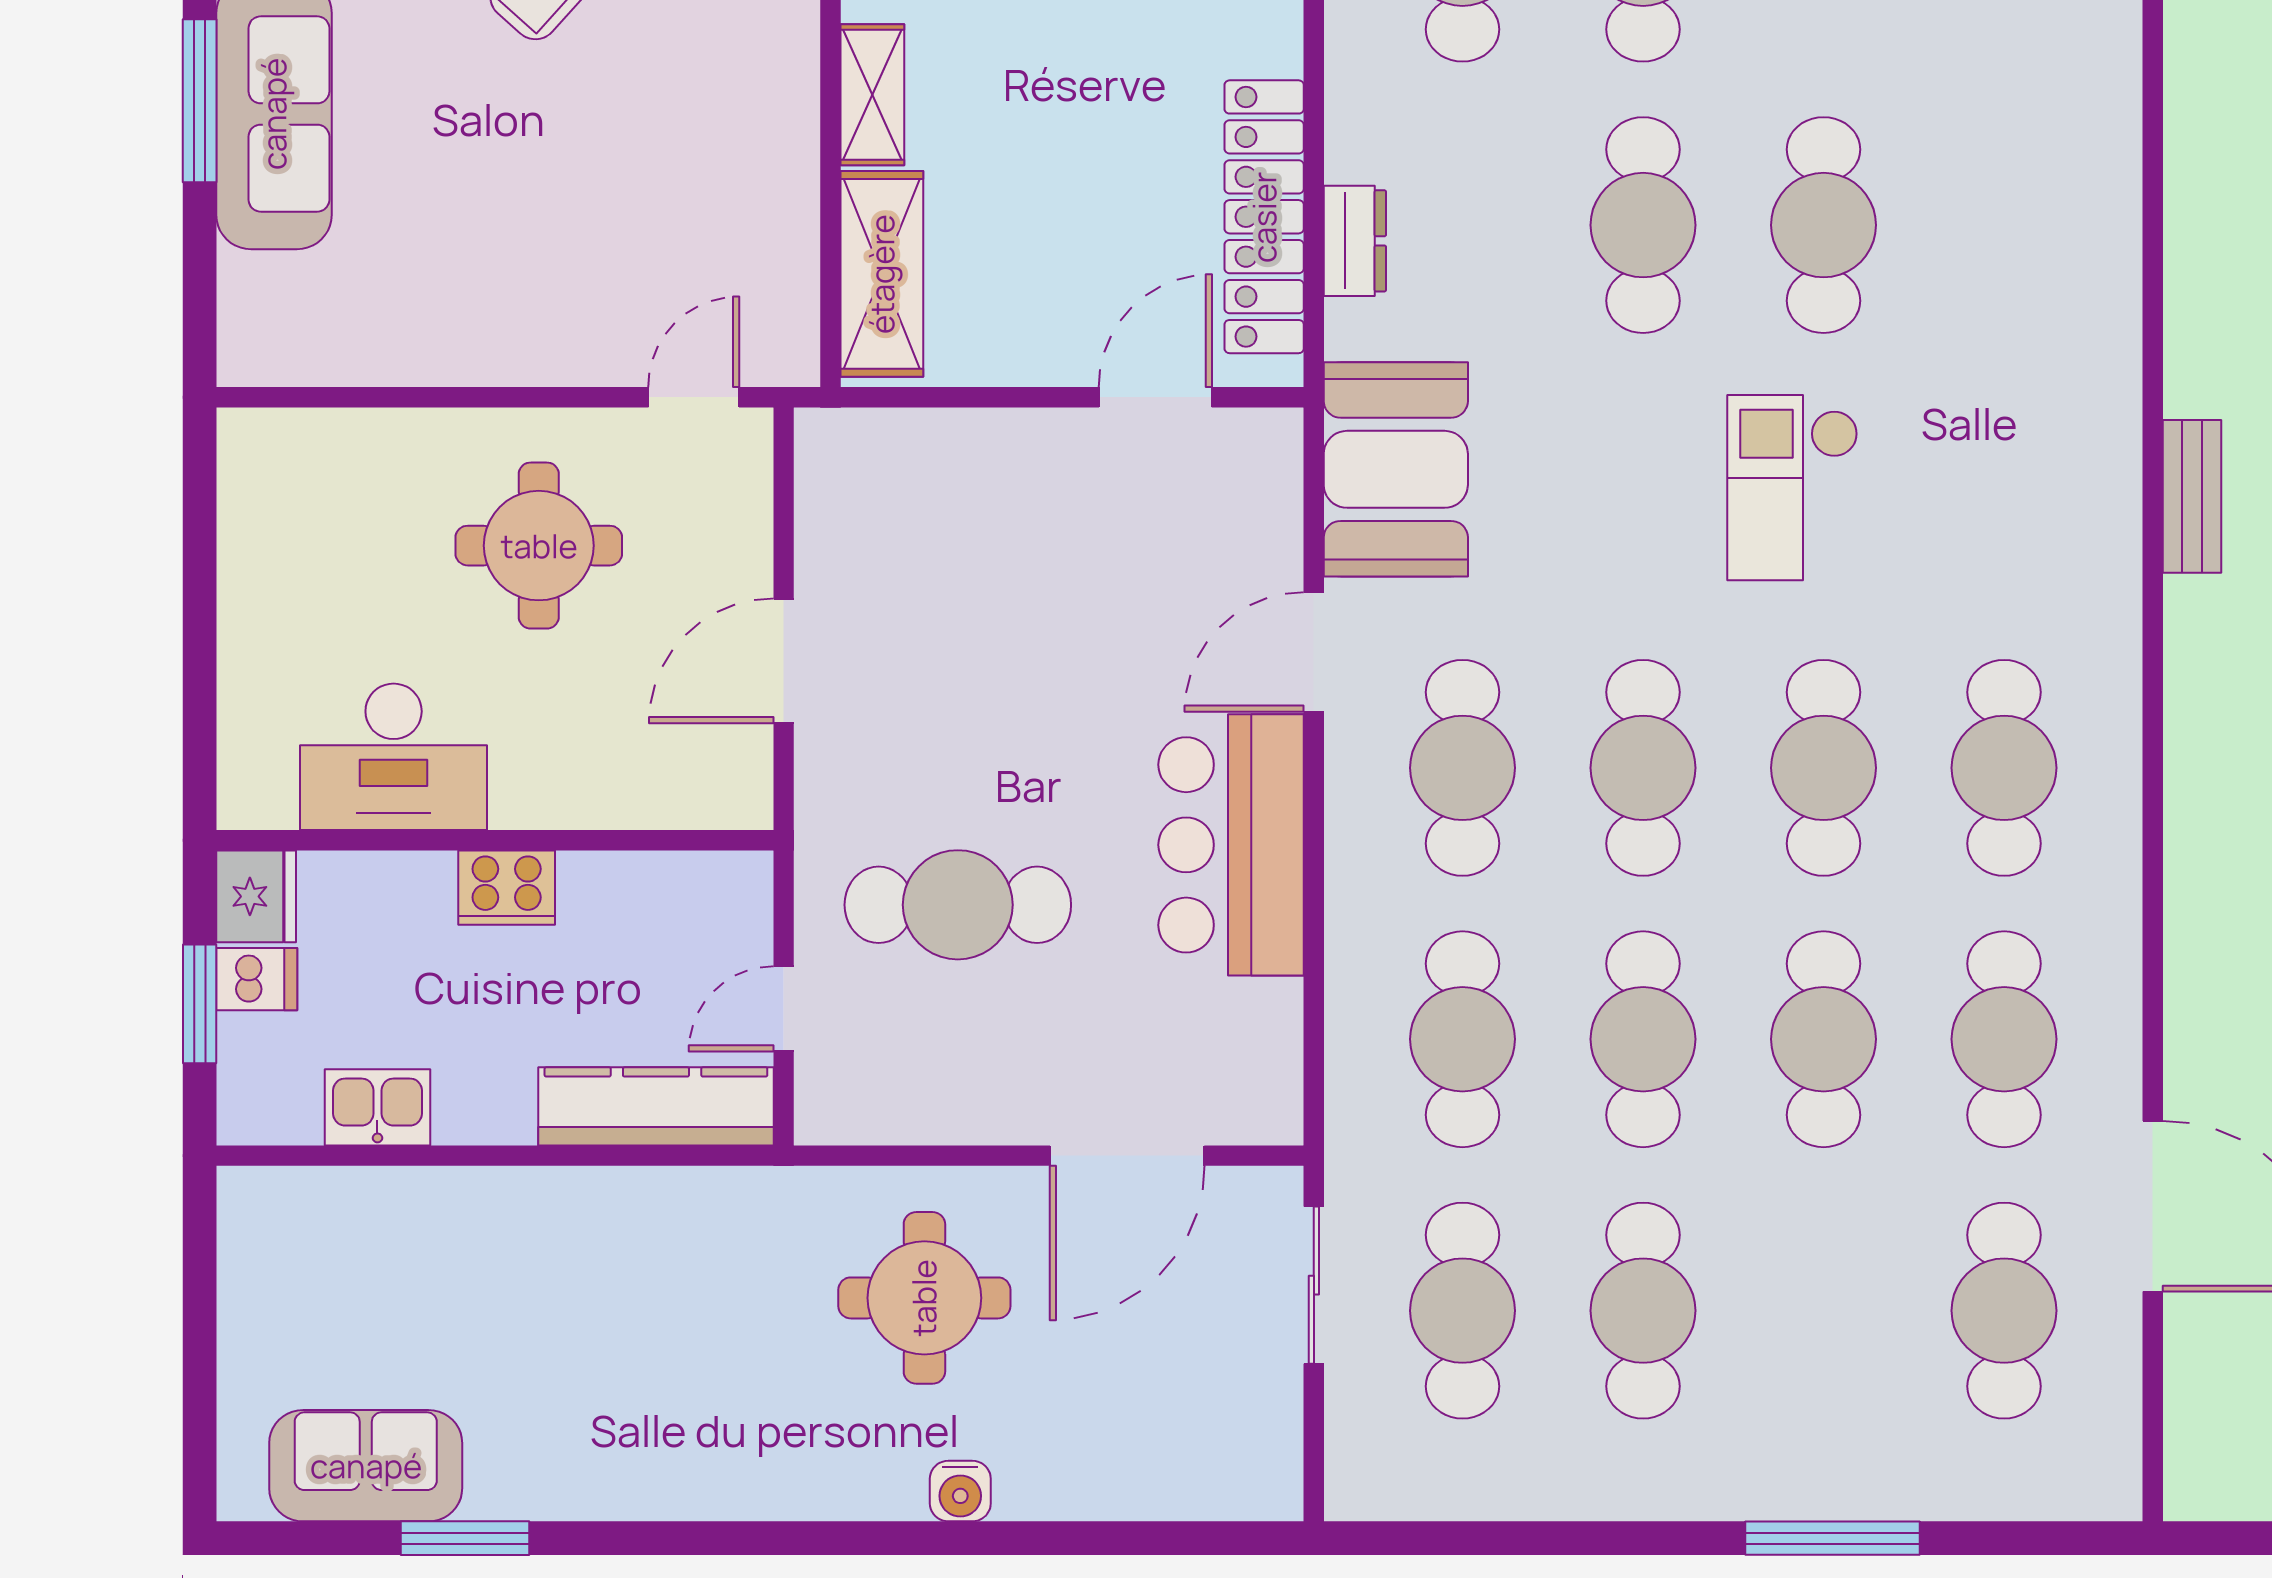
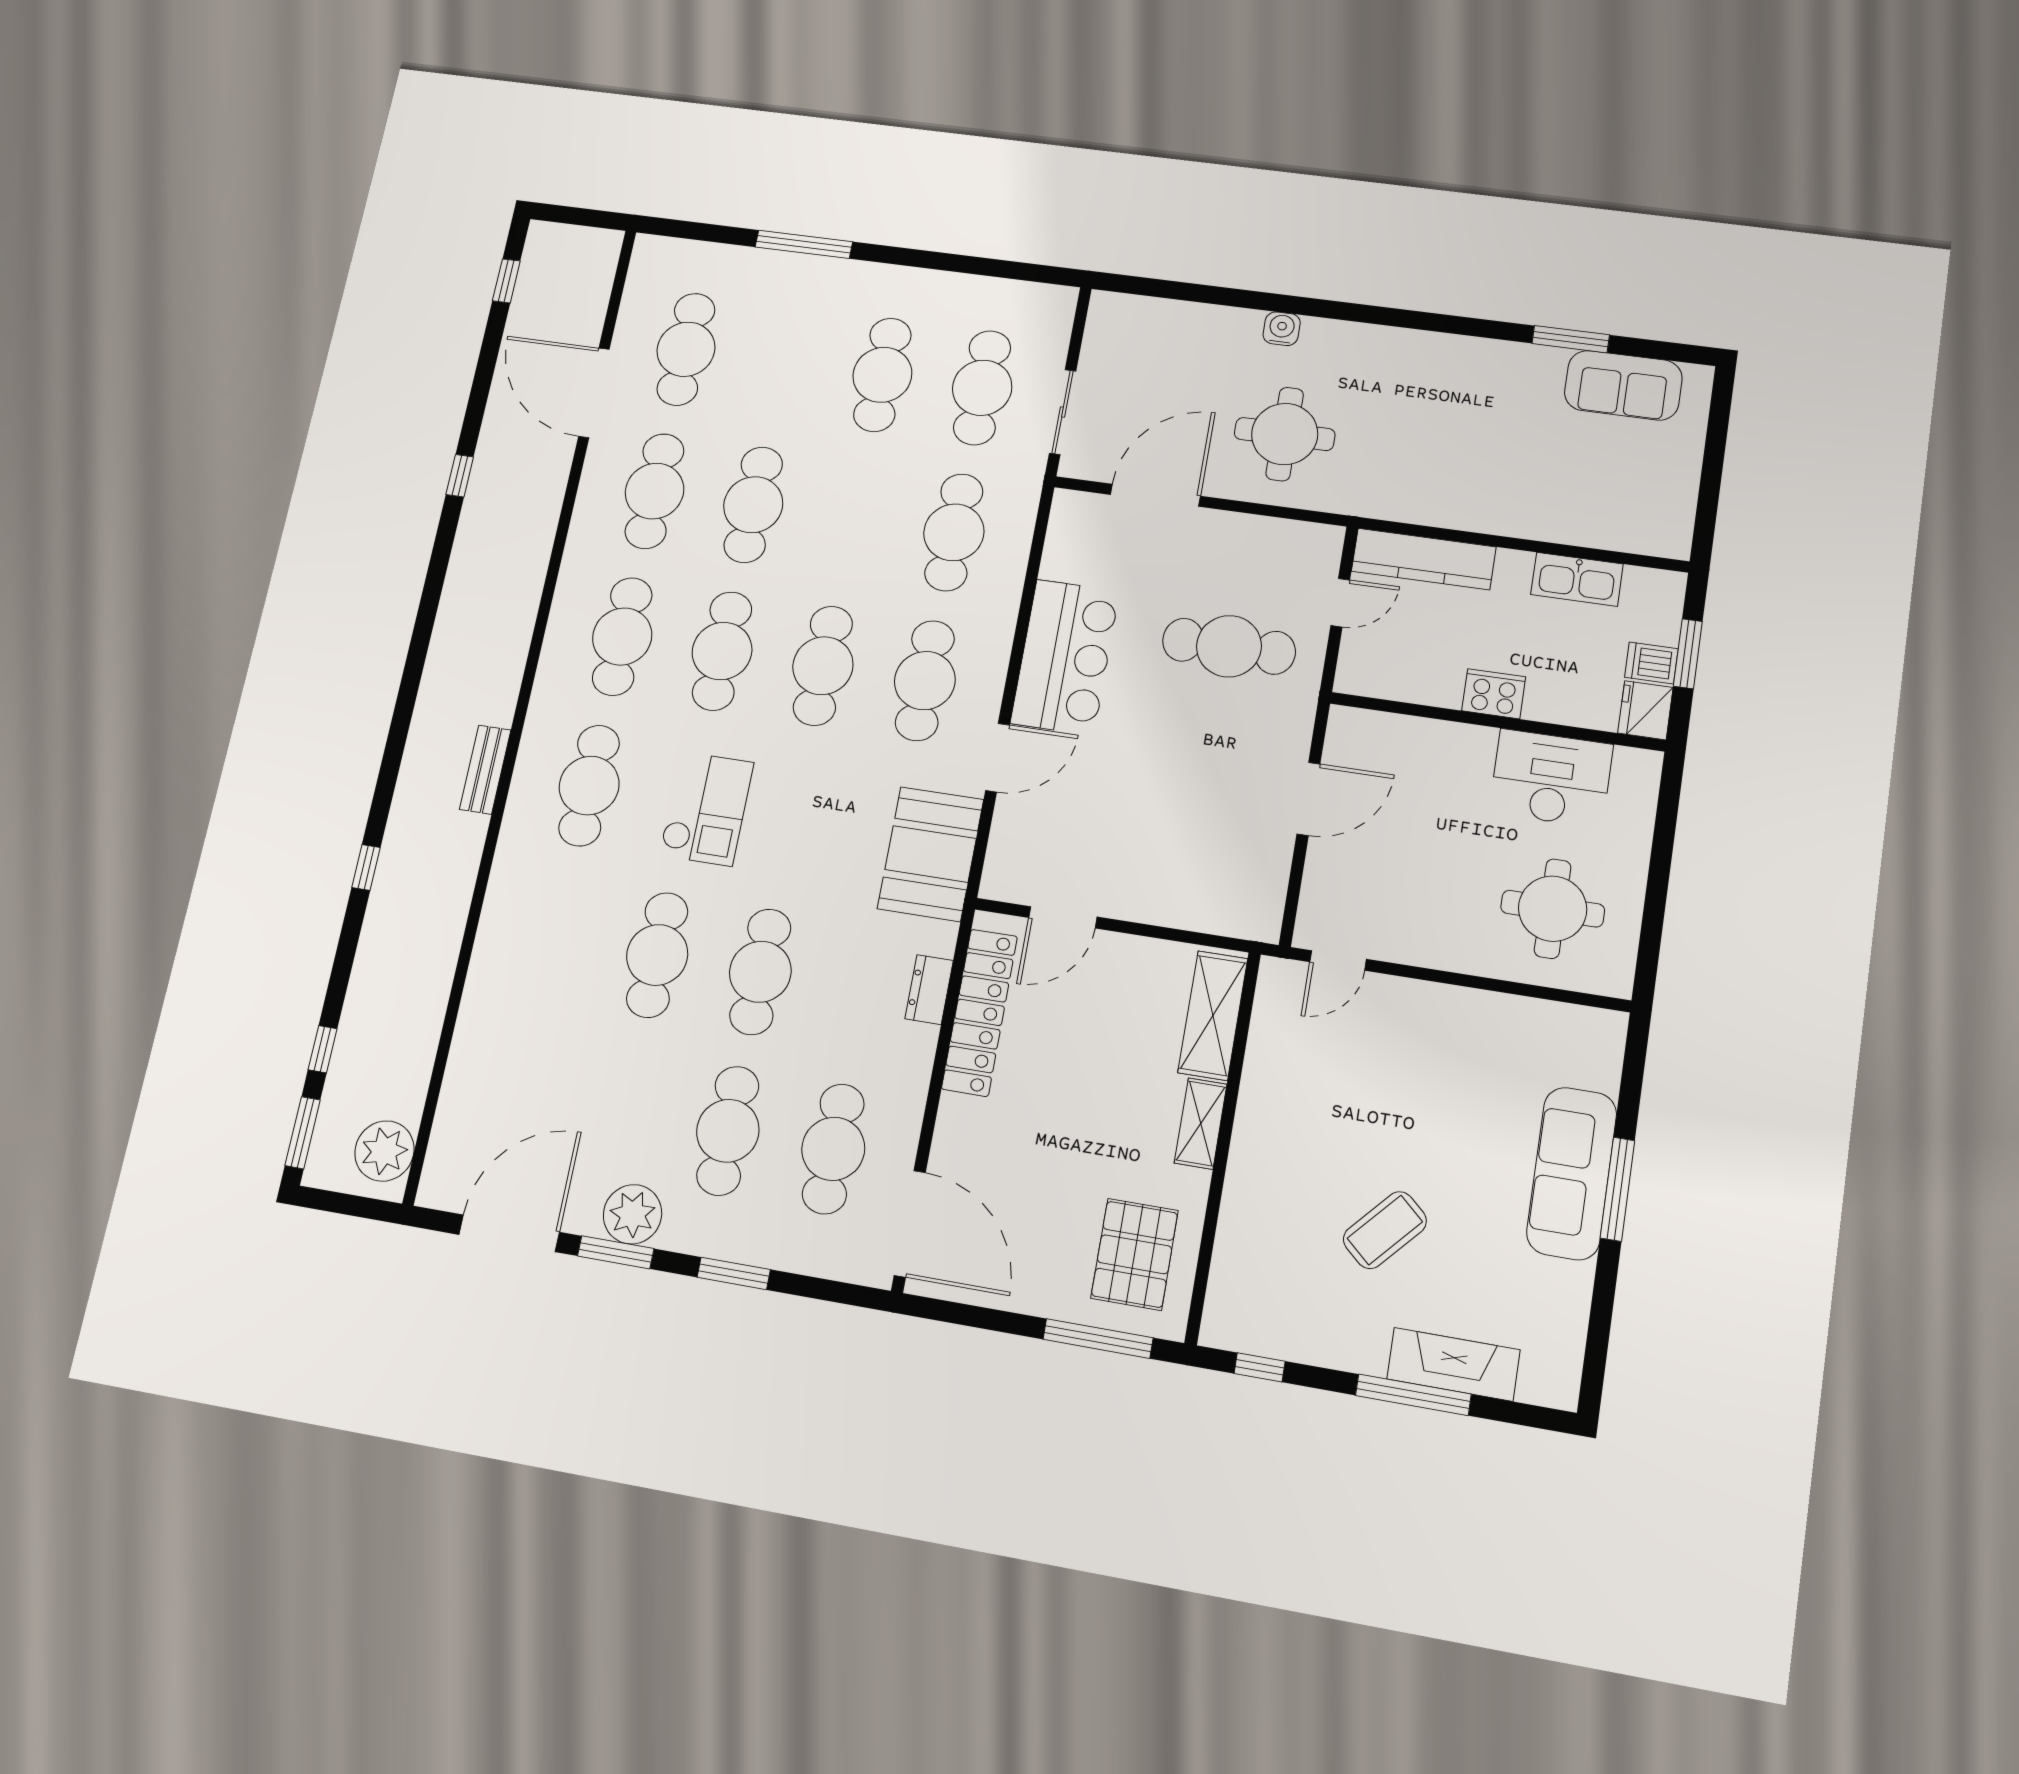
round table: (539, 546) -> (1553, 909), moved
cafe table: (1643, 1039) -> (589, 786), moved
kitchen sink: (377, 1107) -> (1577, 579), width x1.38

